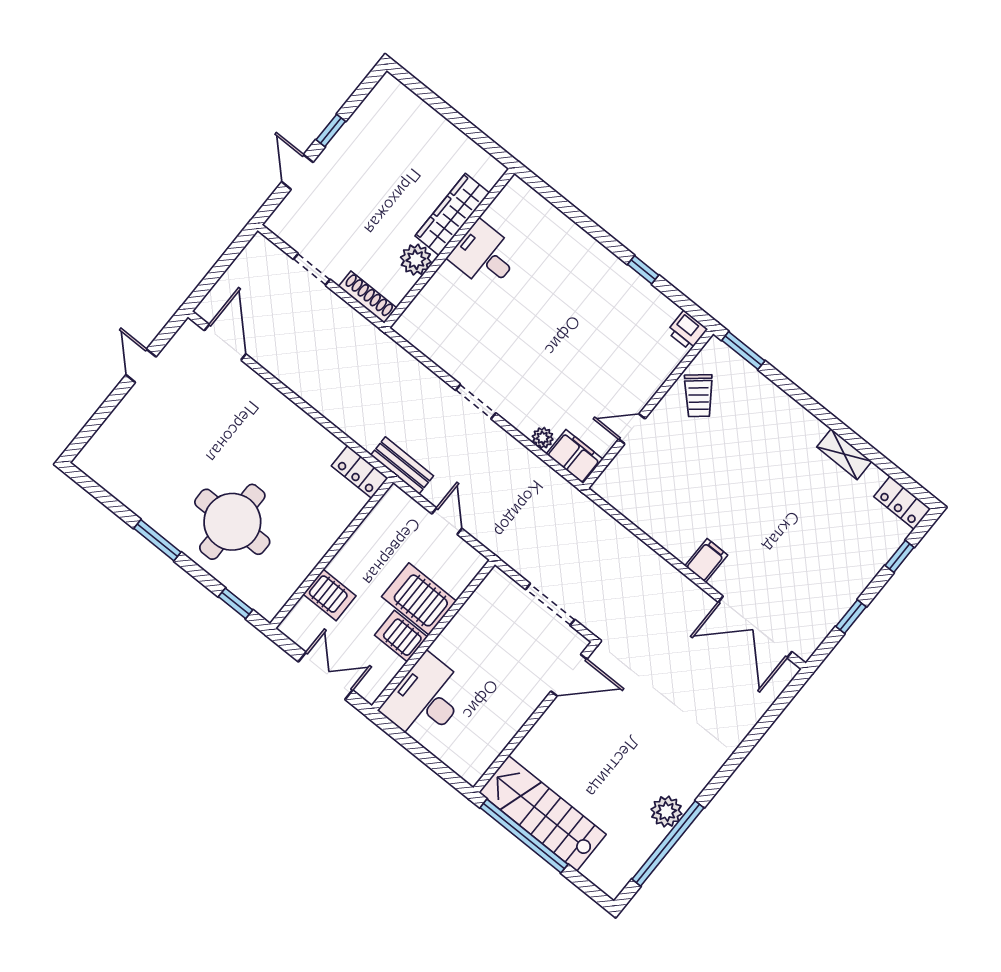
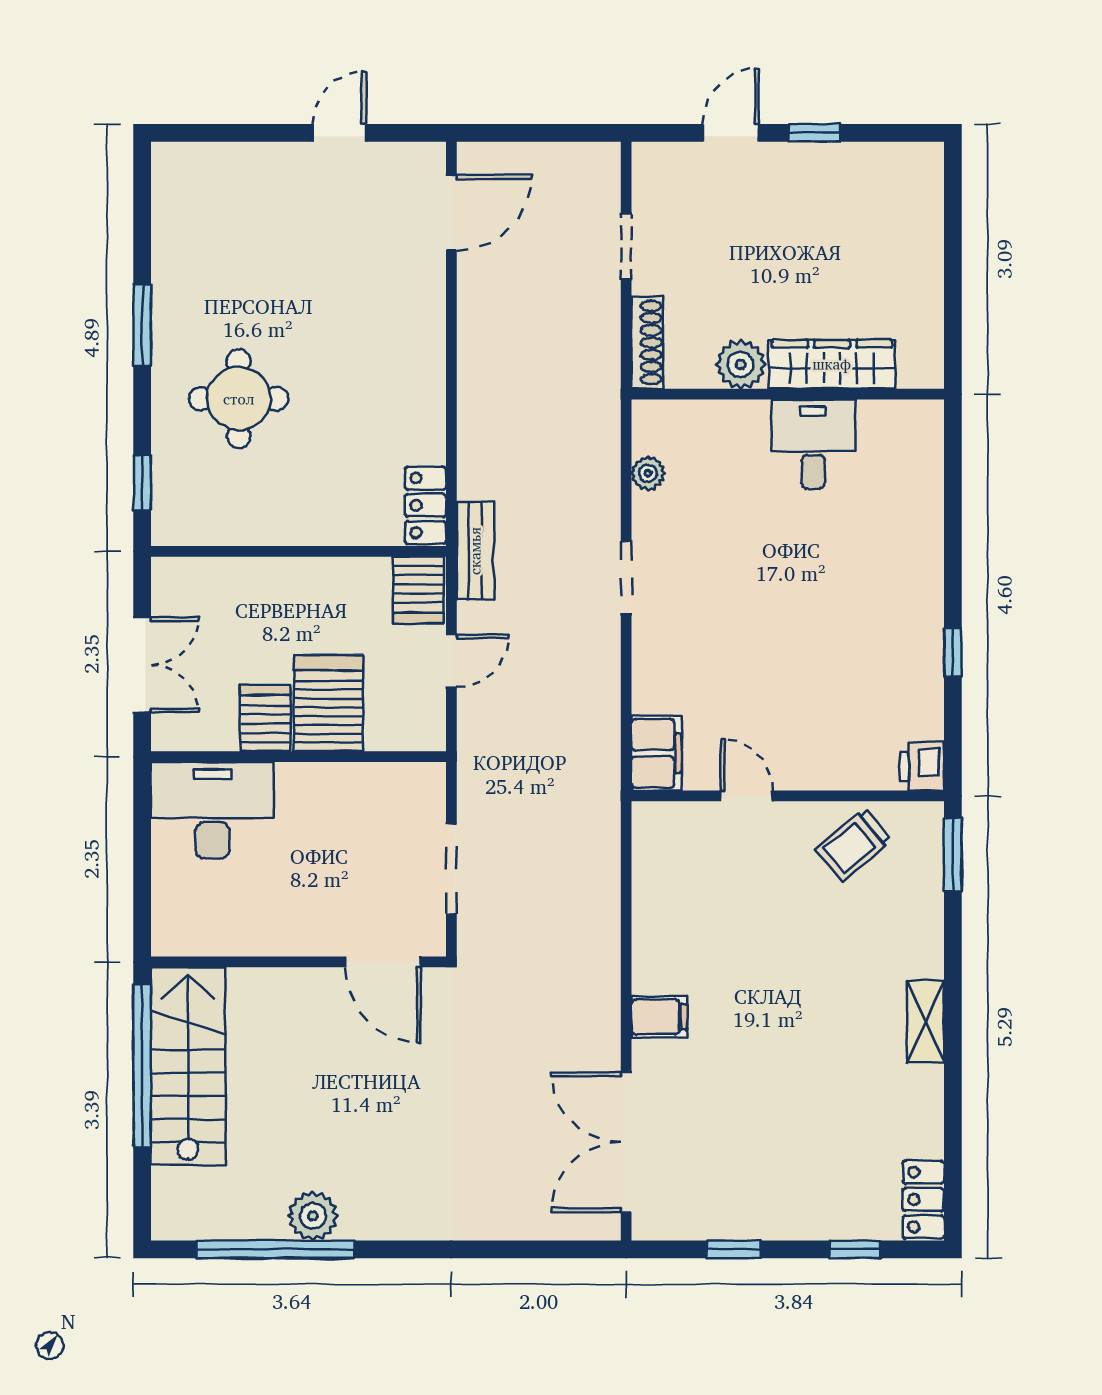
plant: (543, 438) -> (648, 473), moved
shelving: (844, 454) -> (926, 1022), moved
round table: (232, 522) -> (239, 399), width x0.73, depth x0.73
server rack: (330, 595) -> (418, 590), moved

